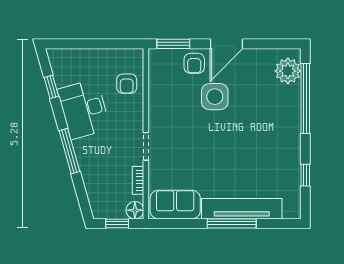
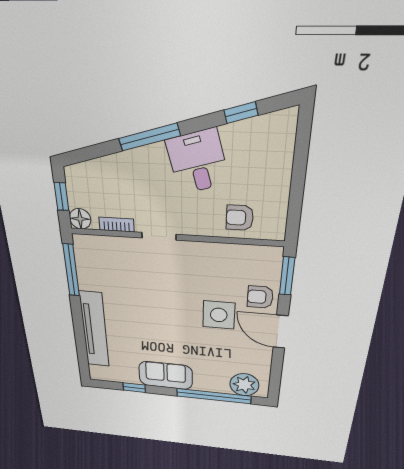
desk: (84, 109) -> (198, 162), width x0.73
sofa: (175, 205) -> (166, 375), moved, turned -90
window: (232, 223) -> (71, 270), moved

